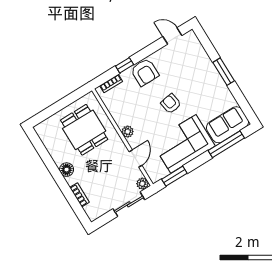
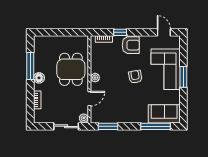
armchair: (145, 72) -> (131, 45), turned -90
dining table: (84, 130) -> (71, 69), moved
corner sofa: (183, 144) -> (166, 69), moved, turned -90
window: (49, 162) -> (30, 66), added

